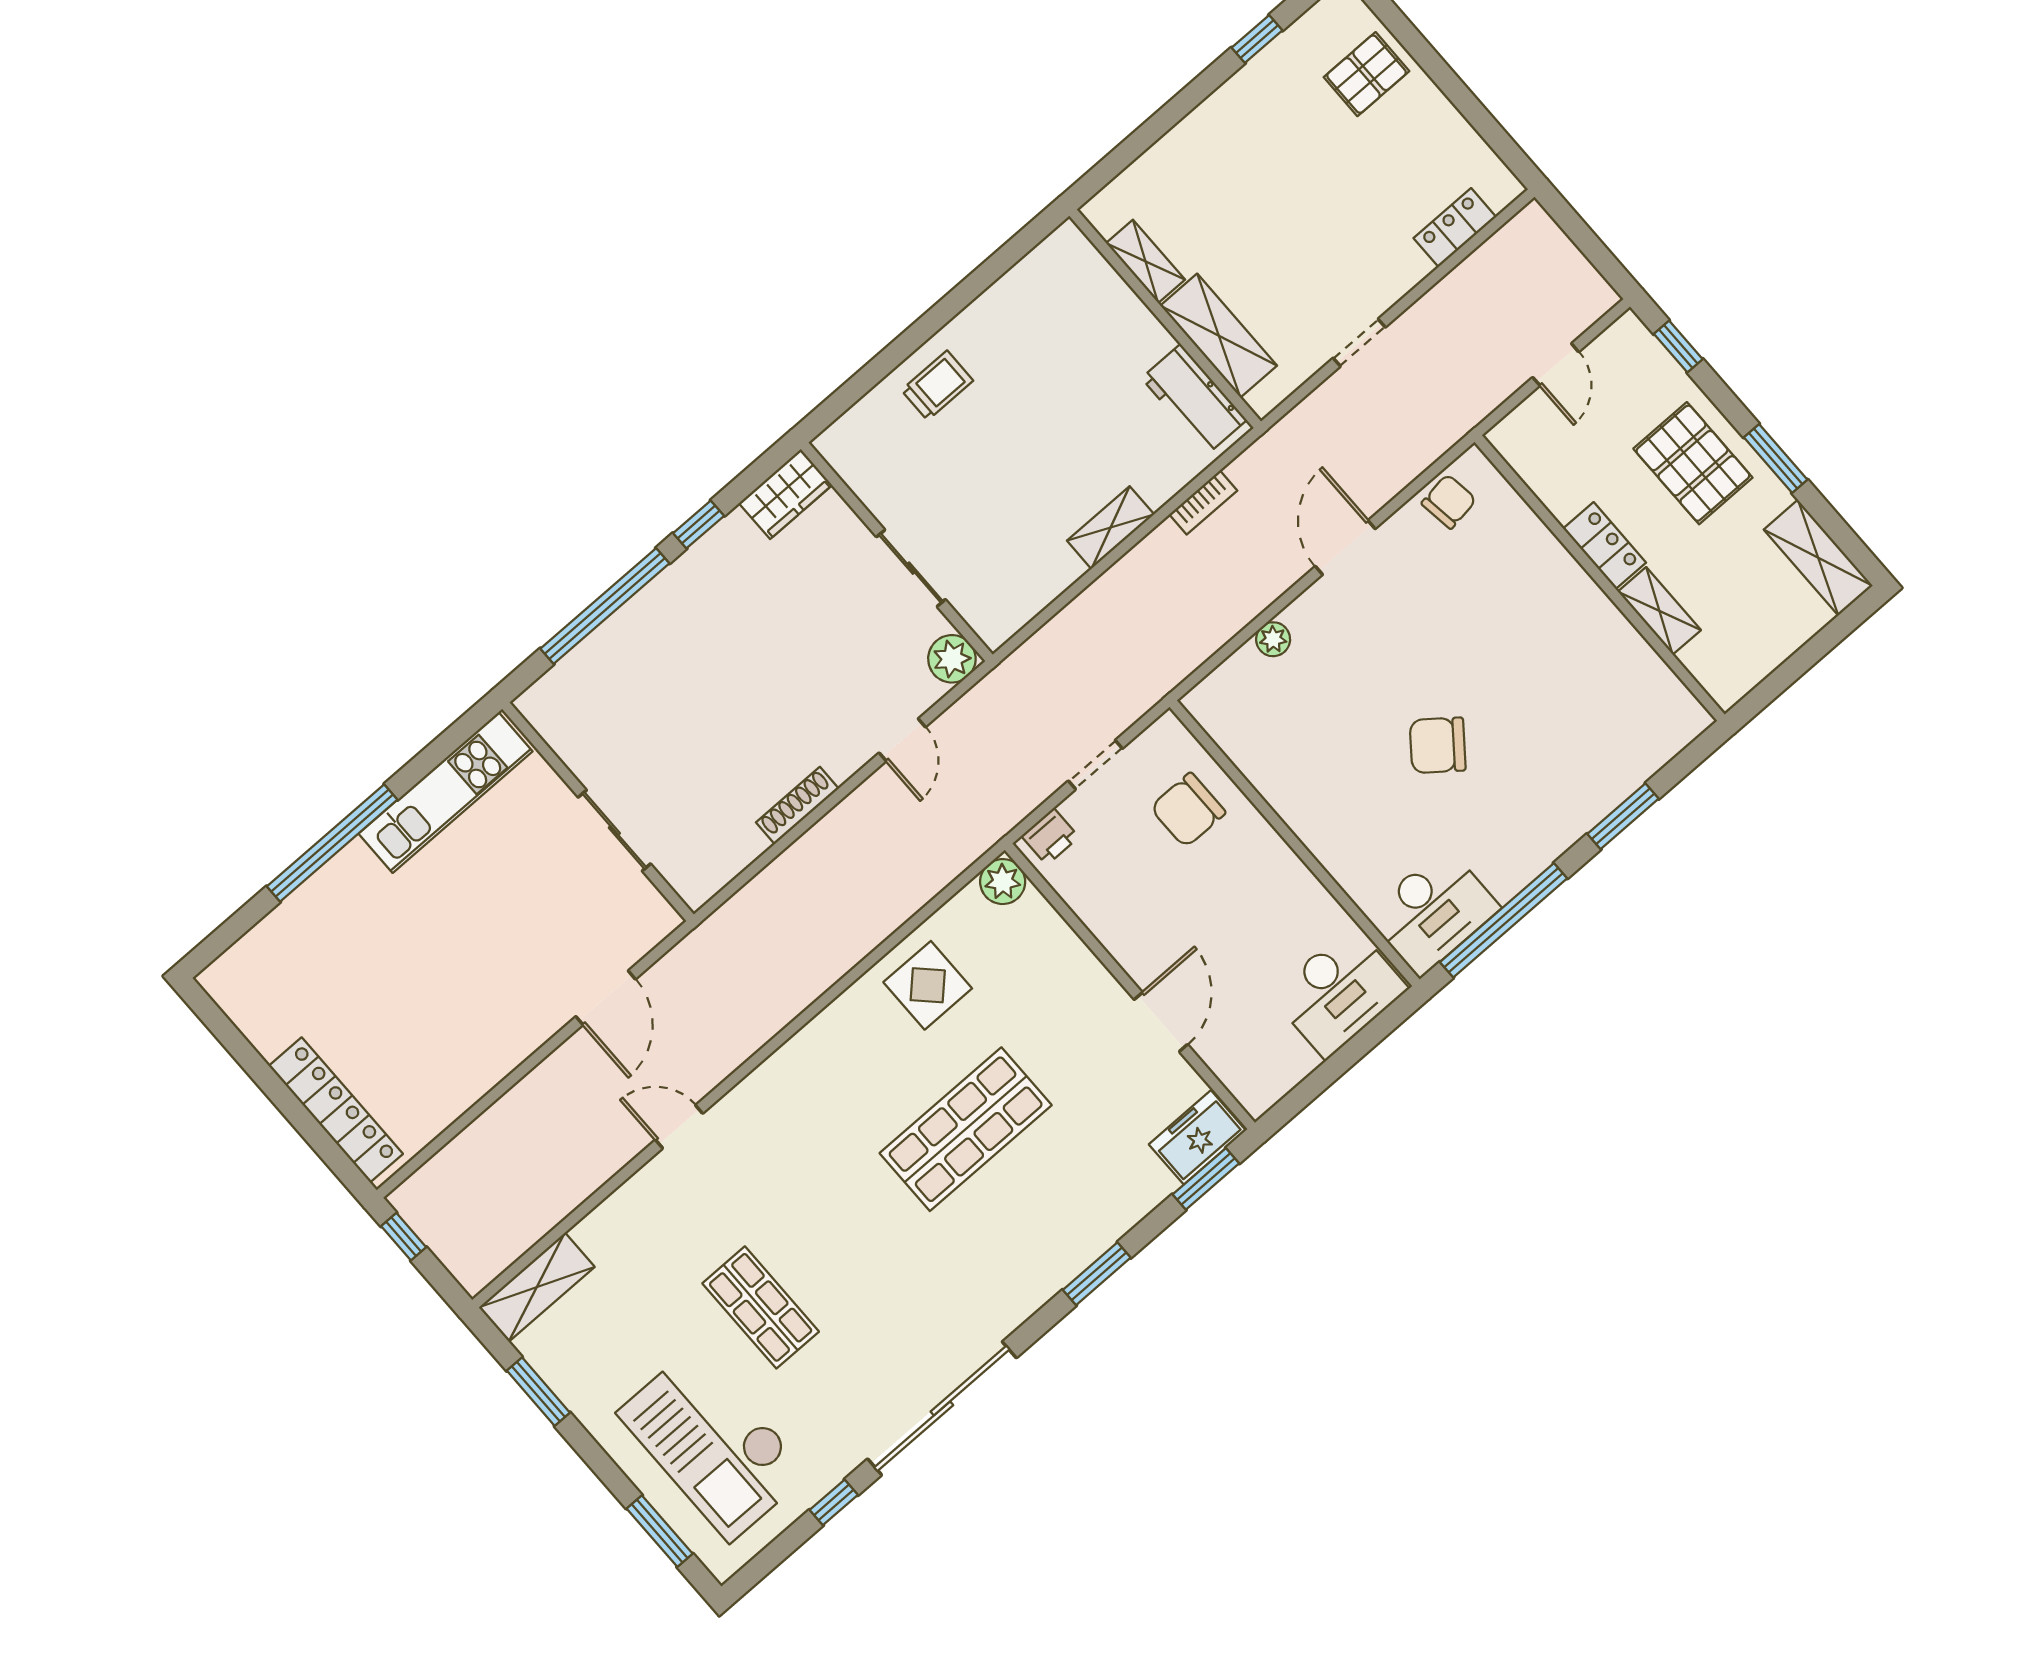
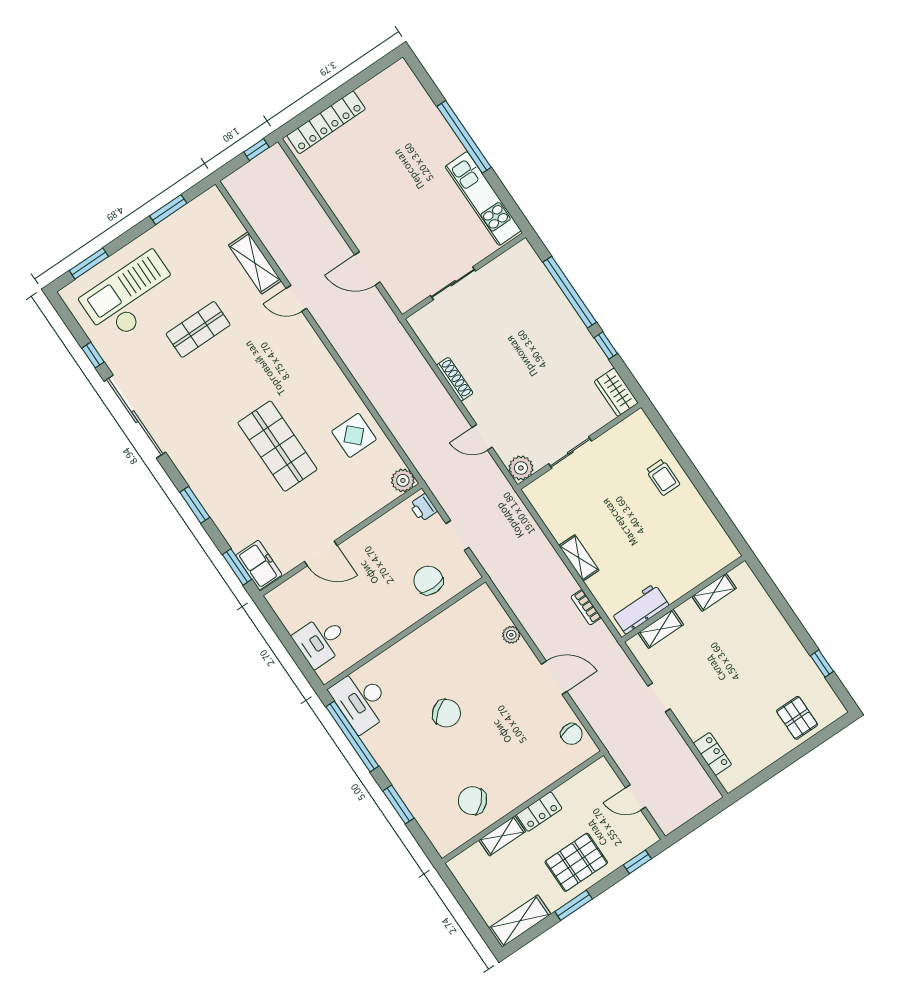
shelving: (1219, 336) -> (661, 629), width x0.67, depth x0.75
chair: (1599, 676) -> (472, 801), added
chair: (1438, 745) -> (446, 713), turned 105
desk: (1339, 992) -> (321, 641), width x0.73
door: (679, 1127) -> (296, 298), swing flipped
shelving: (537, 1287) -> (255, 263), moved

